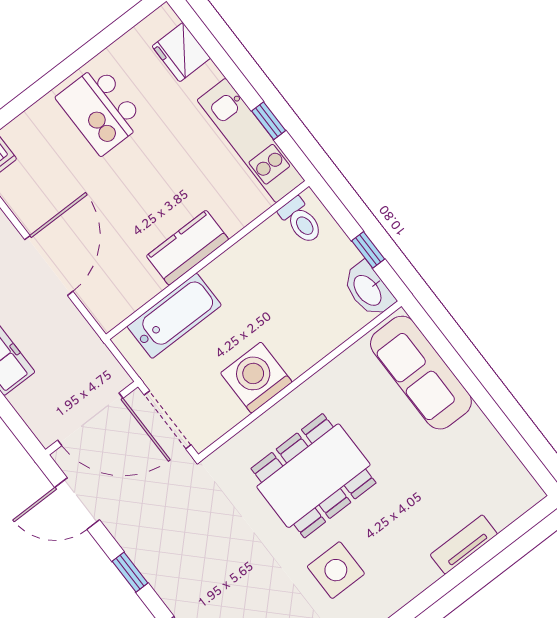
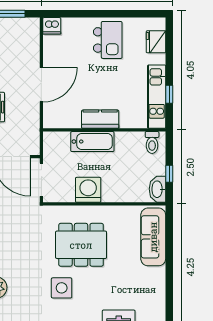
kitchen island: (101, 110) -> (108, 40), turned 180
bathtub: (174, 316) -> (92, 142), moved

